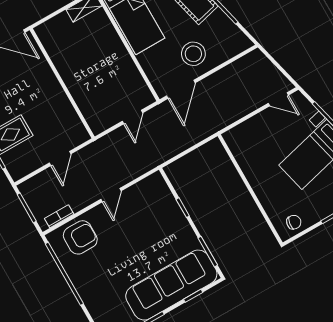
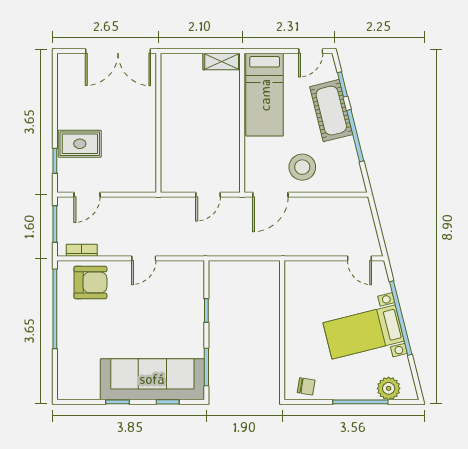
door: (60, 158) -> (87, 195), moved

